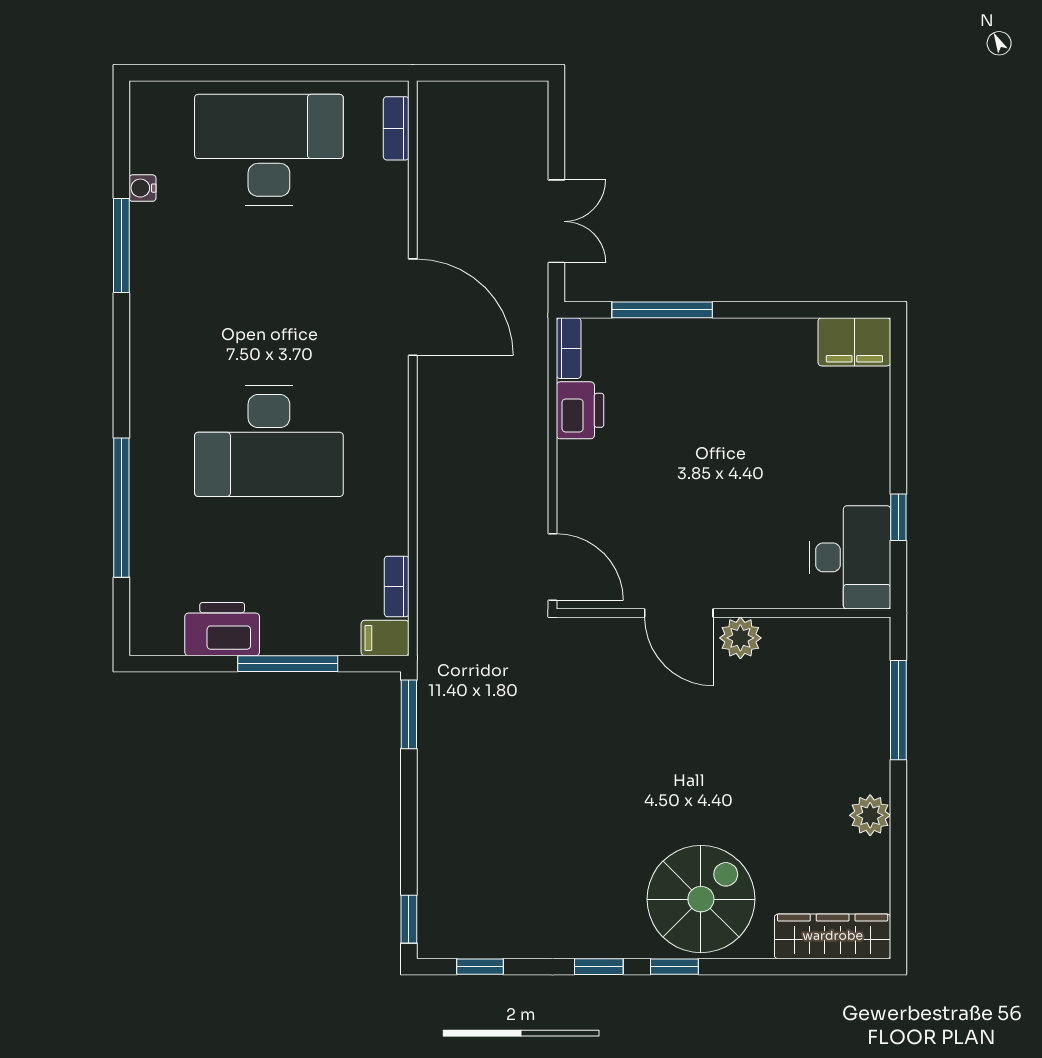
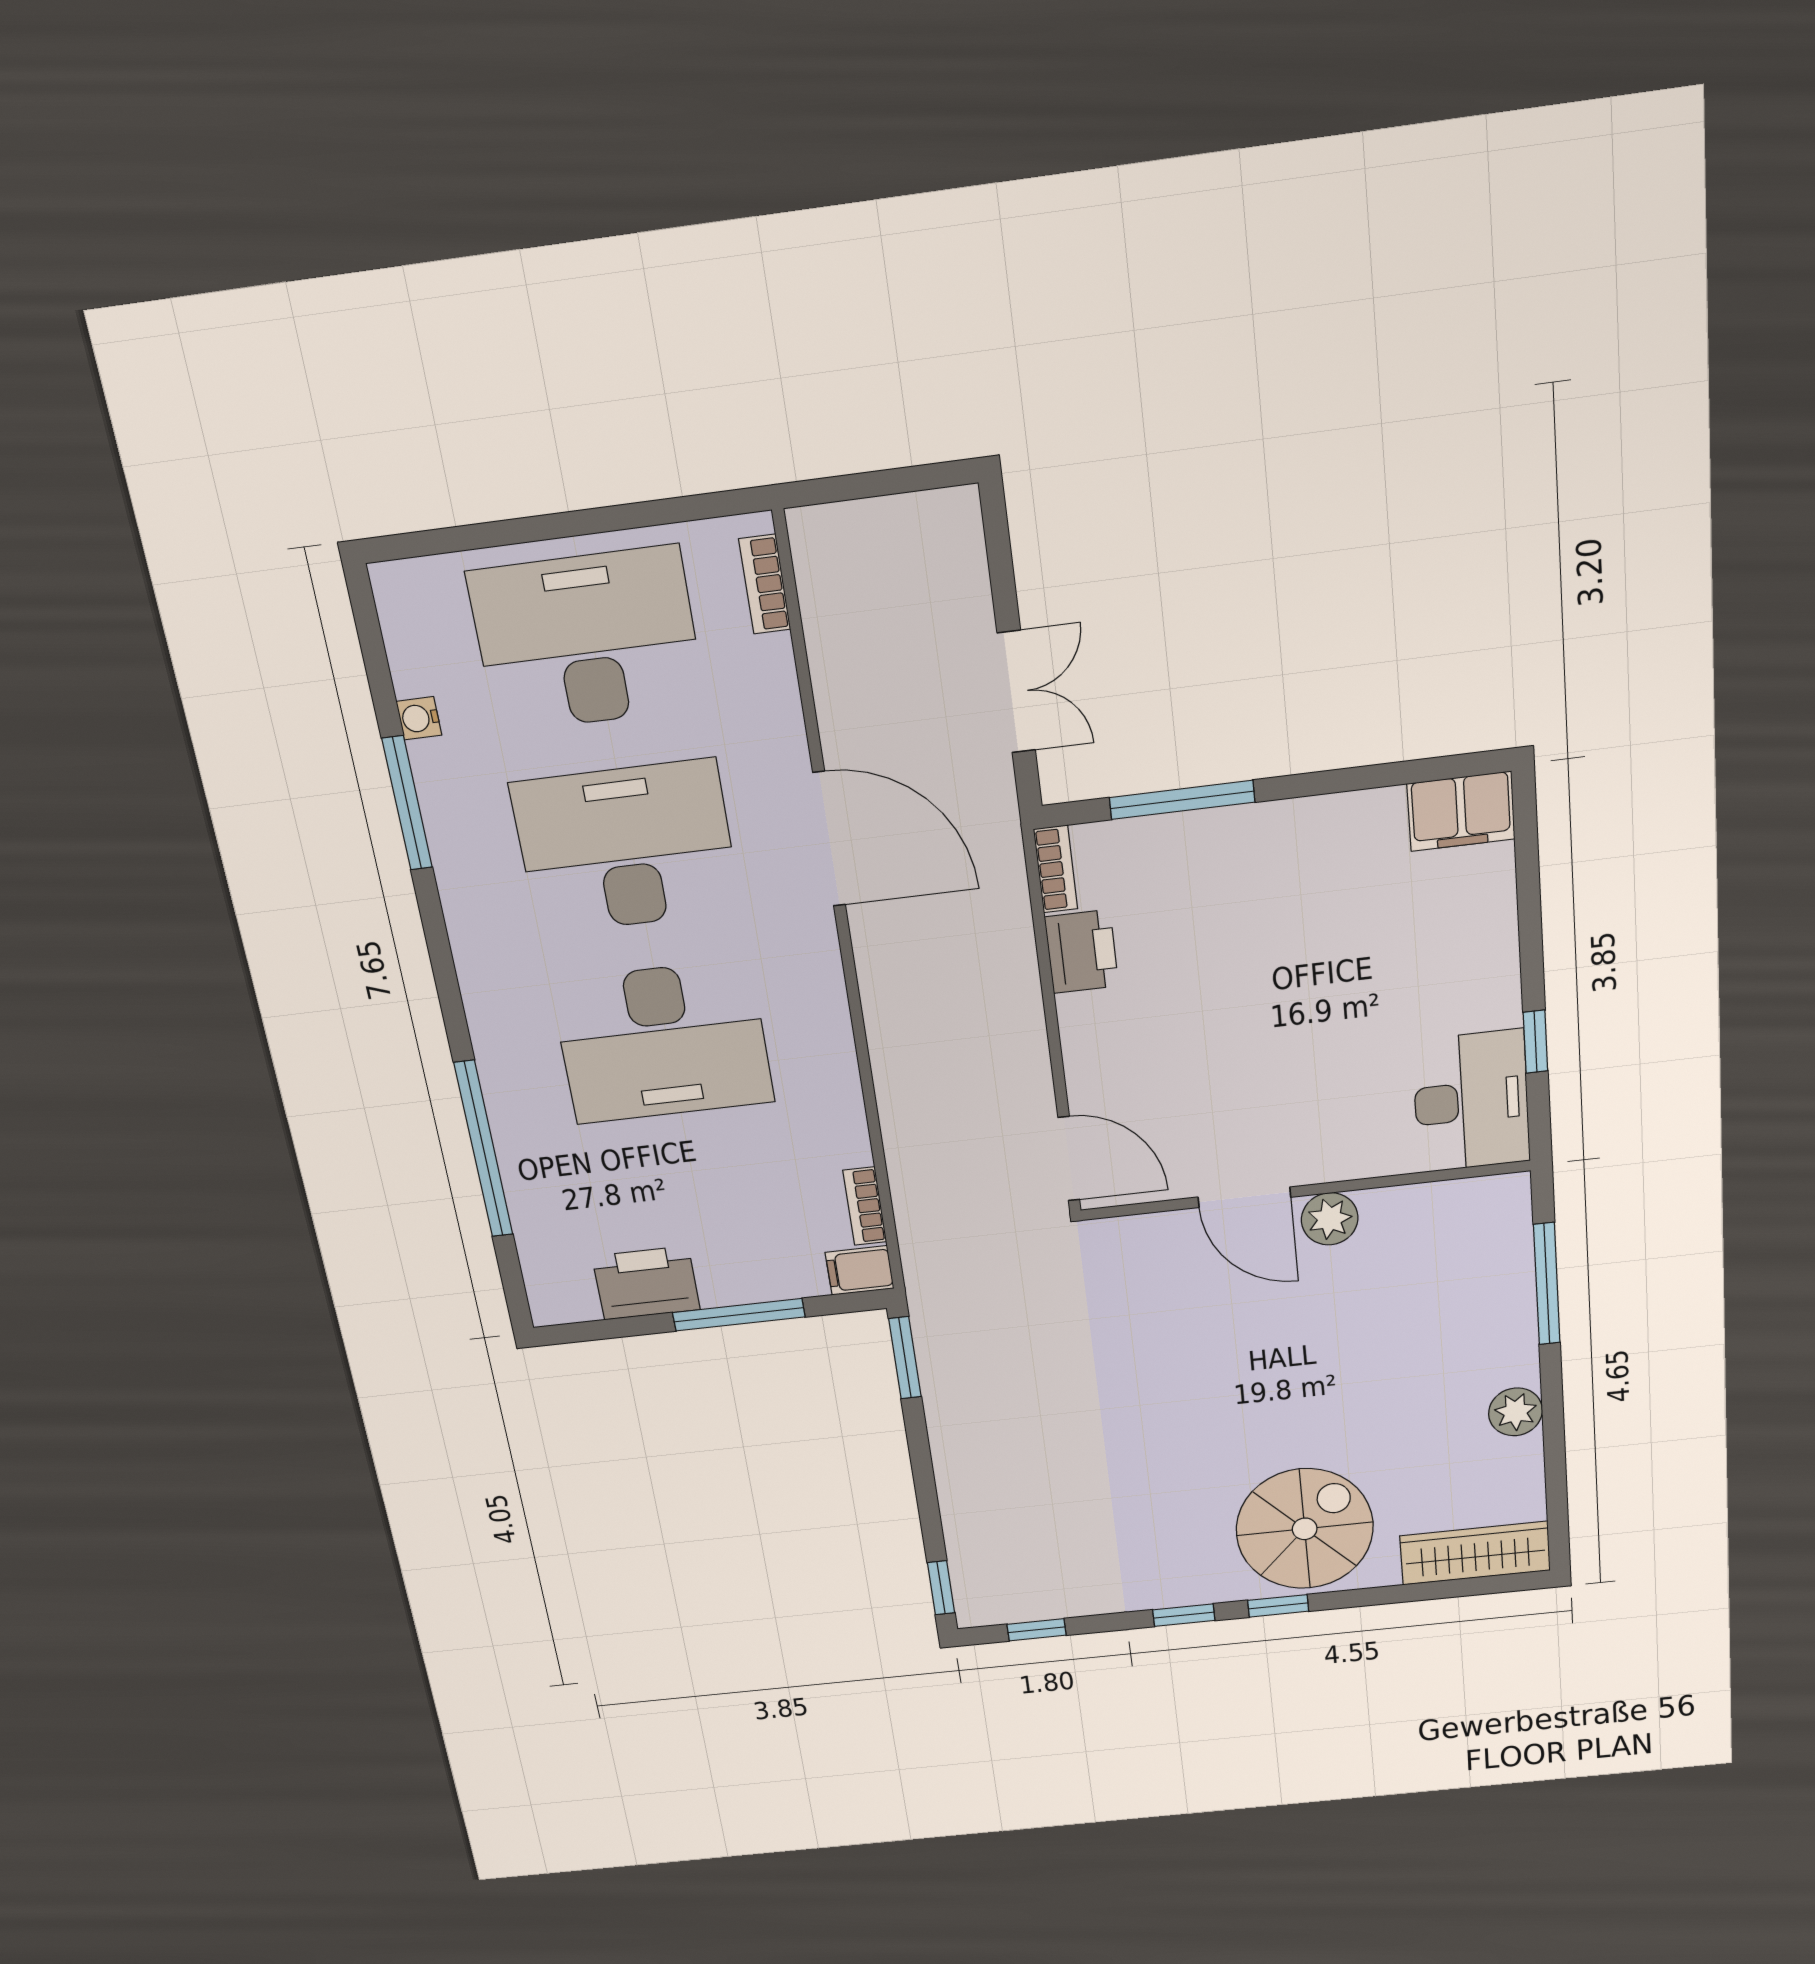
desk: (269, 295) -> (626, 847), added

